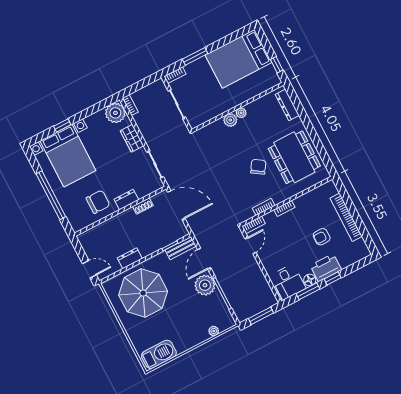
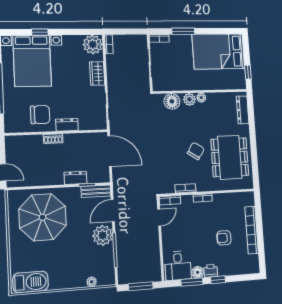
floor lamp: (214, 130) -> (172, 101), added
shoe rack: (143, 206) -> (53, 139), moved
dresser: (130, 258) -> (75, 178), moved
printer: (326, 268) -> (211, 271), width x0.53, depth x0.68

